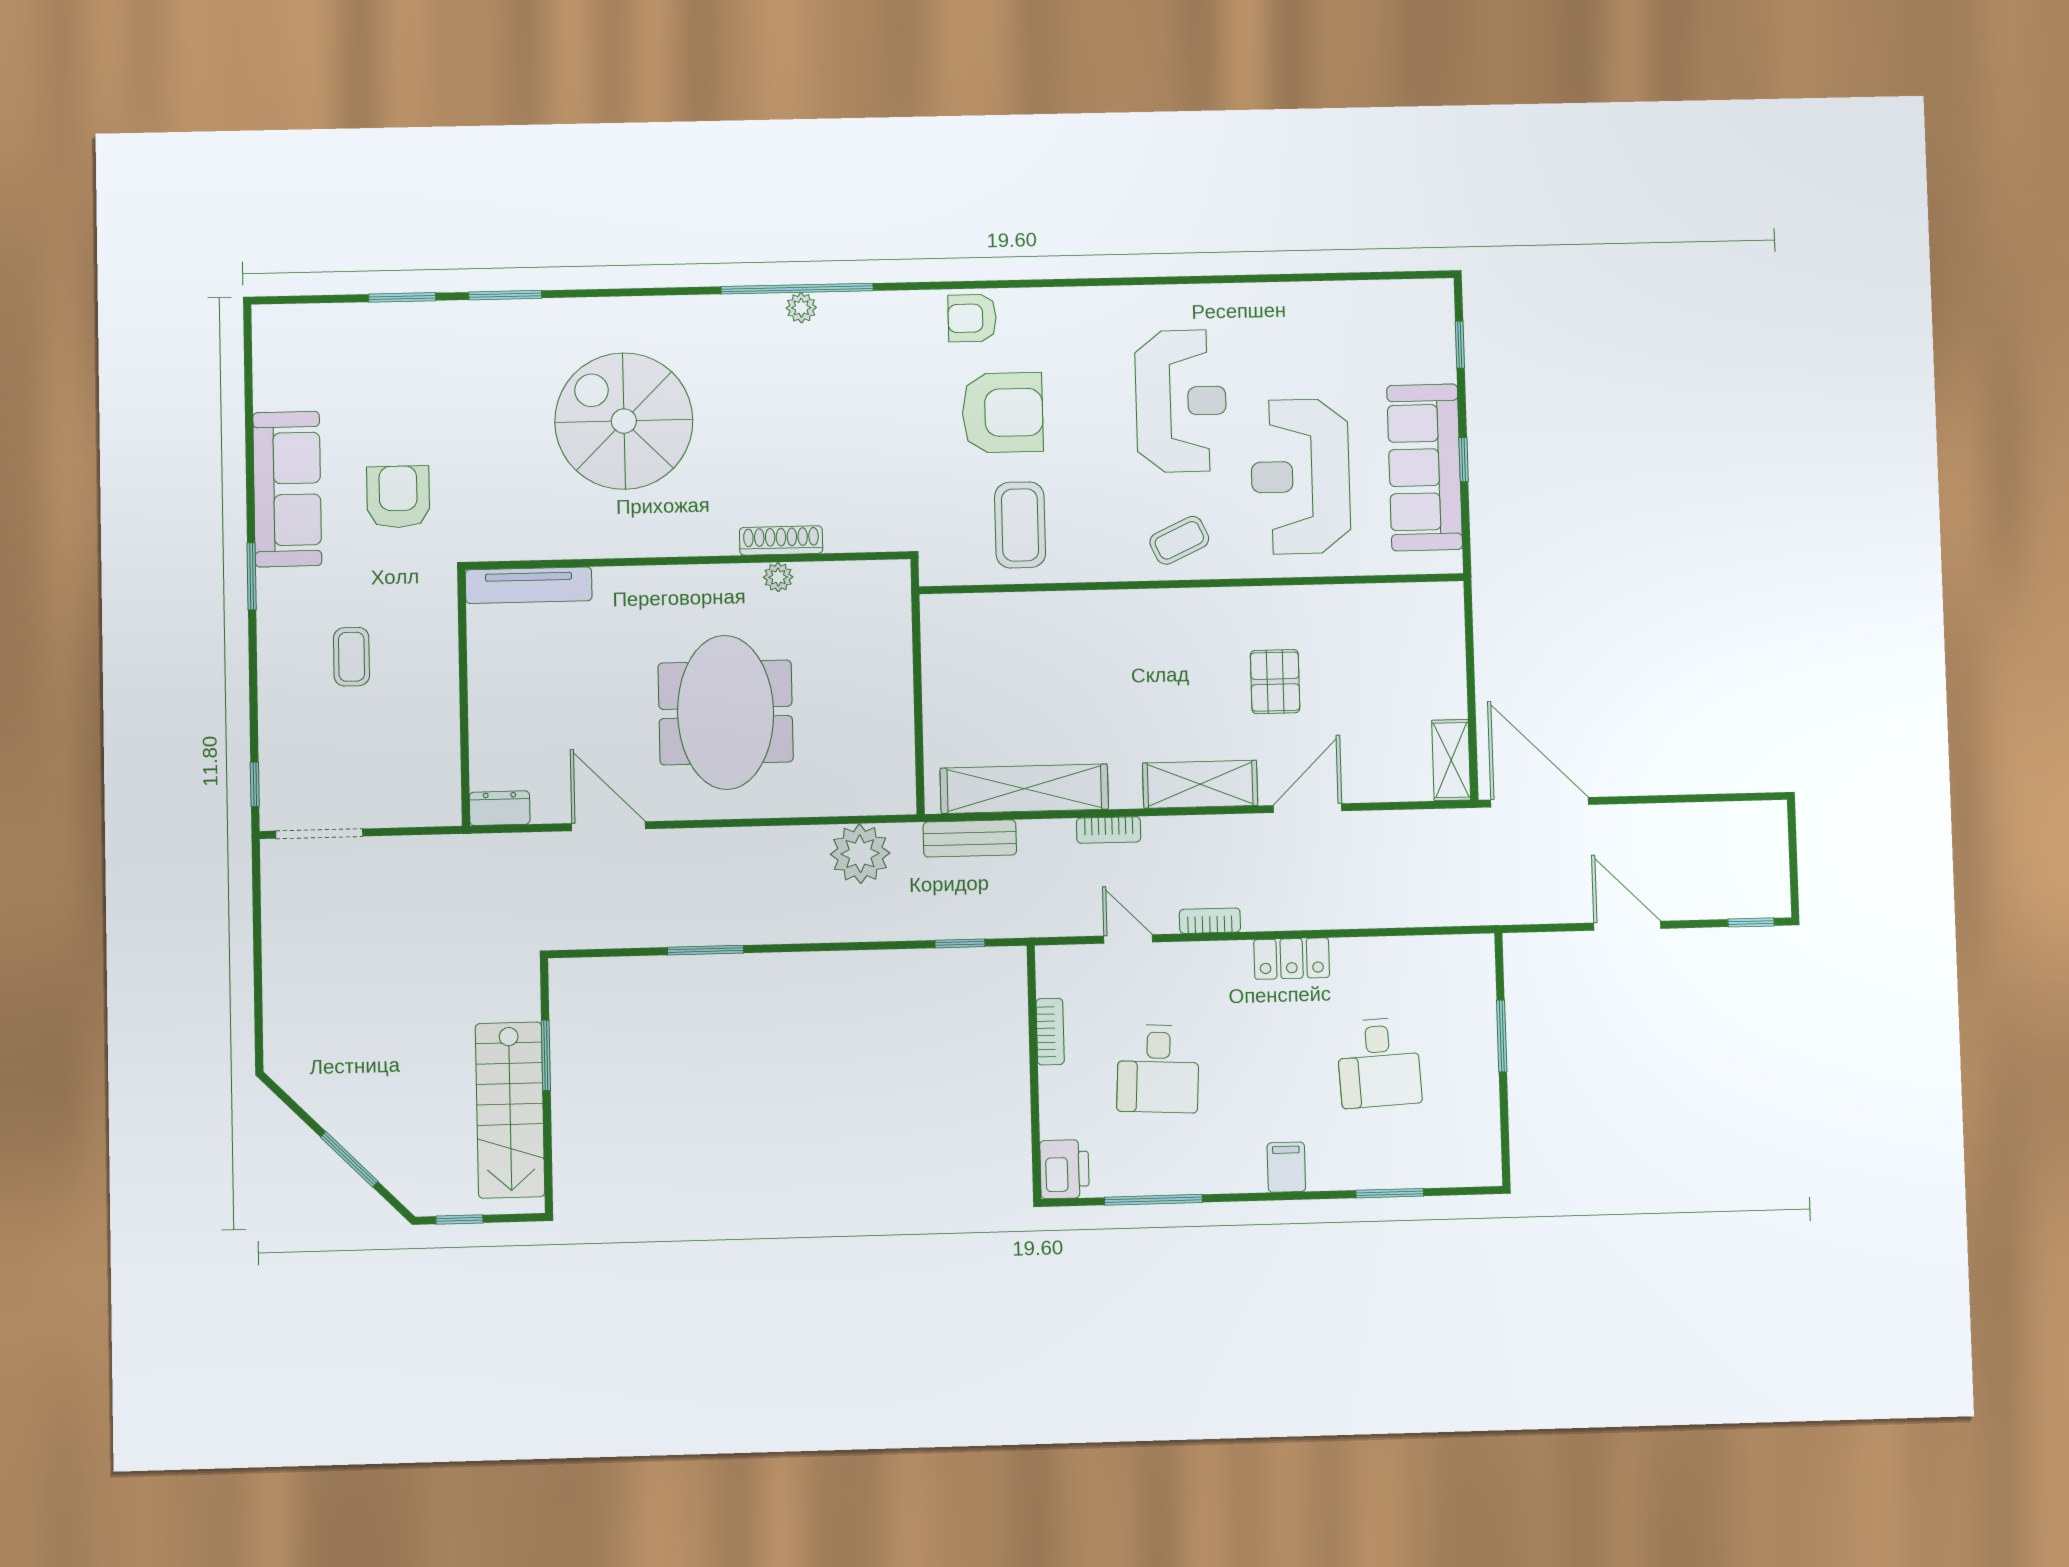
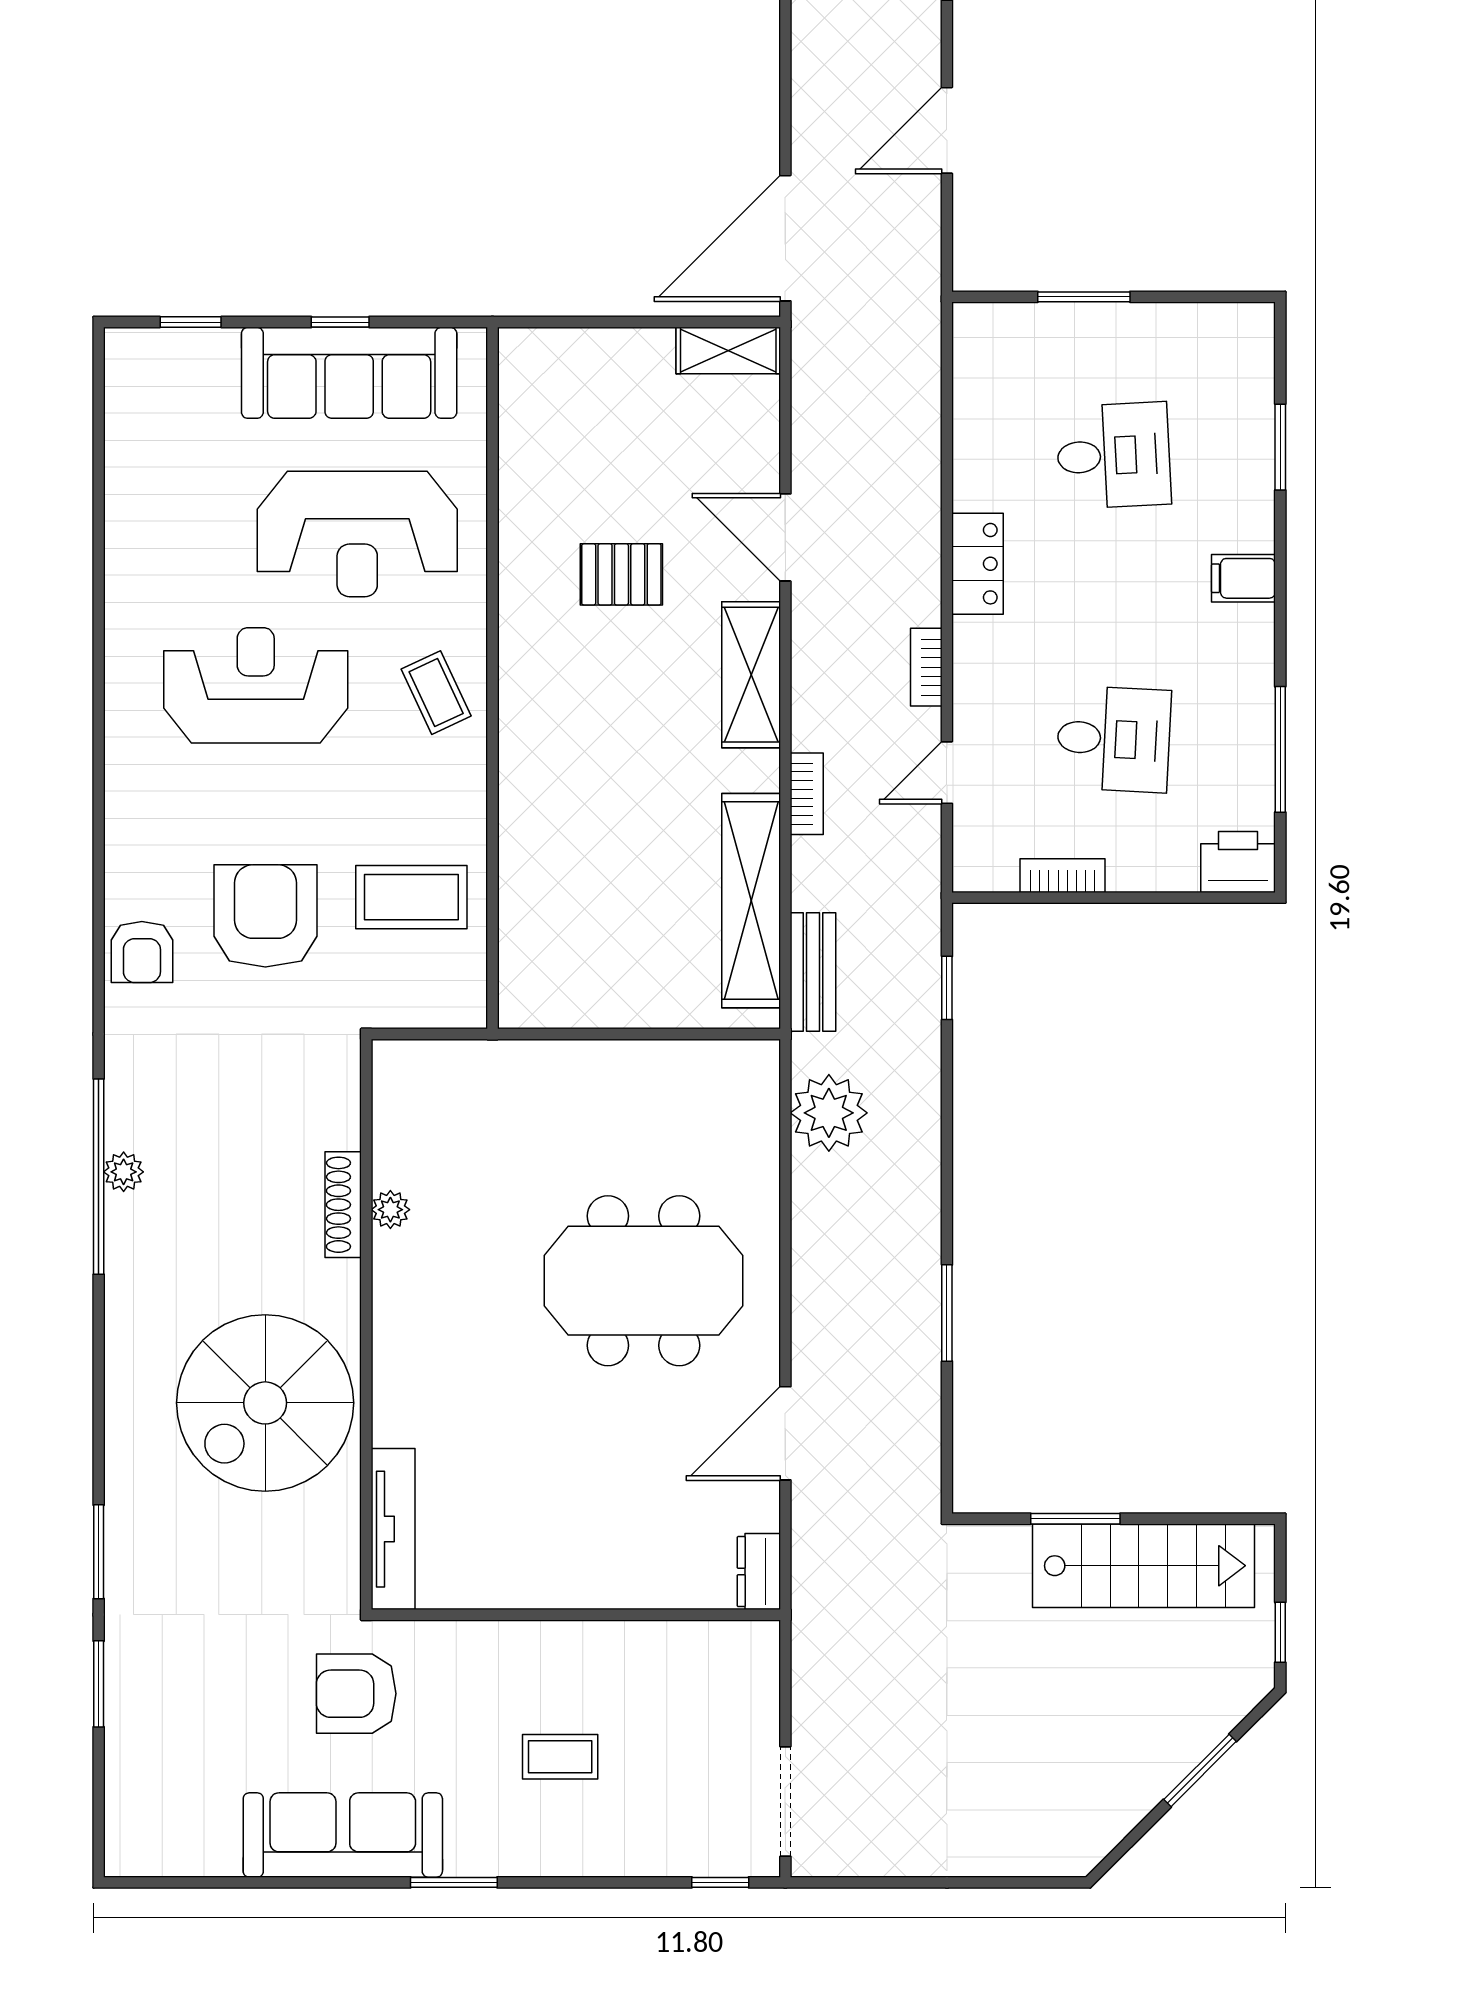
shoe rack: (781, 540) -> (343, 1205), moved
wall: (688, 561) -> (366, 1324), moved
plant: (778, 577) -> (390, 1210), moved
tv unit: (529, 585) -> (393, 1529), moved

